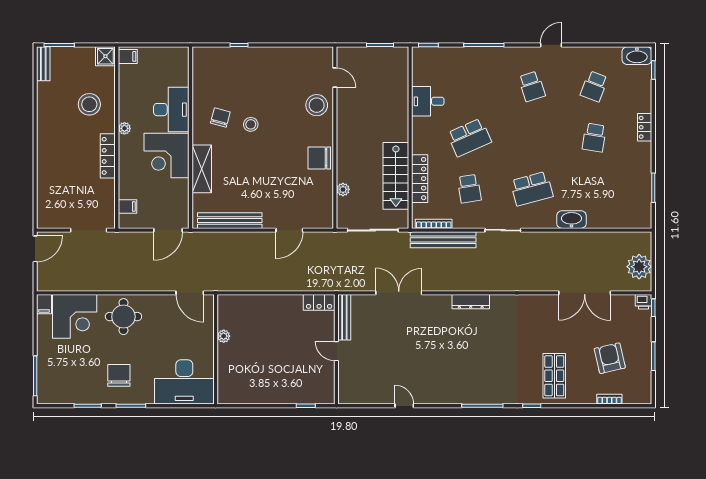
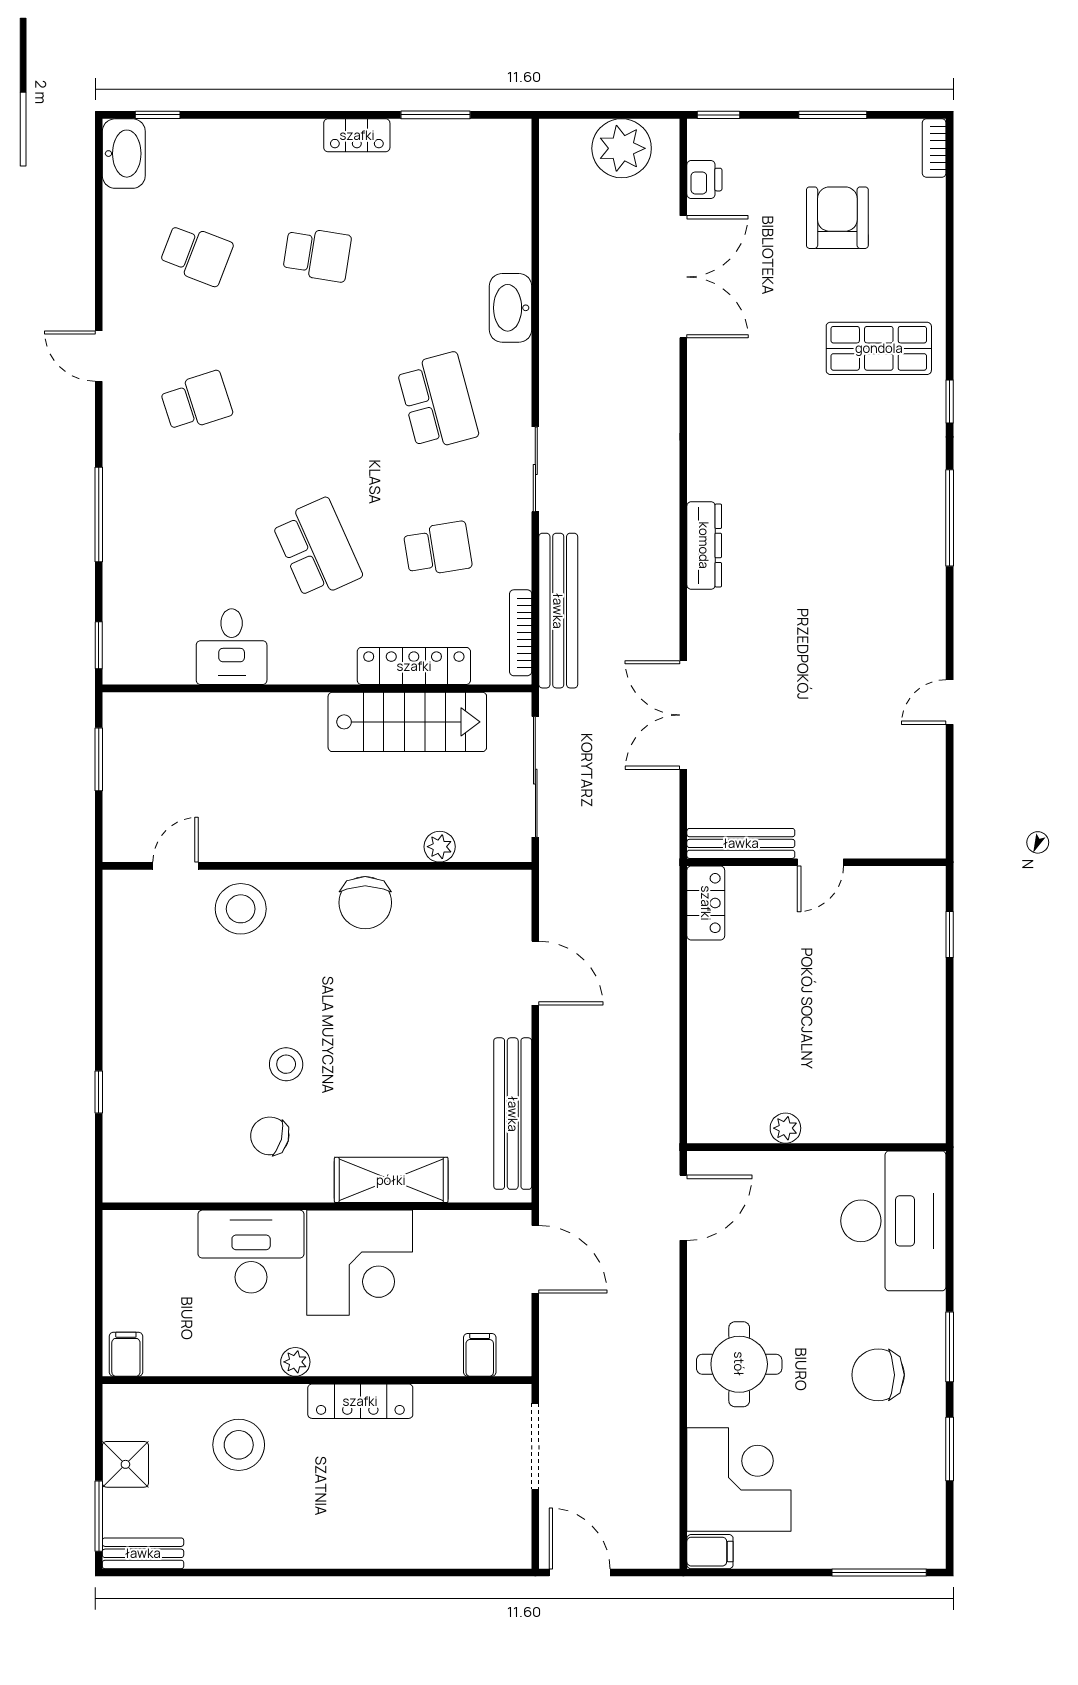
shower: (105, 56) -> (125, 1464), moved
locker: (645, 127) -> (357, 135), moved
printer: (644, 302) -> (704, 180), moved
armchair: (610, 358) -> (837, 218), turned 103
bookcase: (609, 399) -> (934, 148), moved

